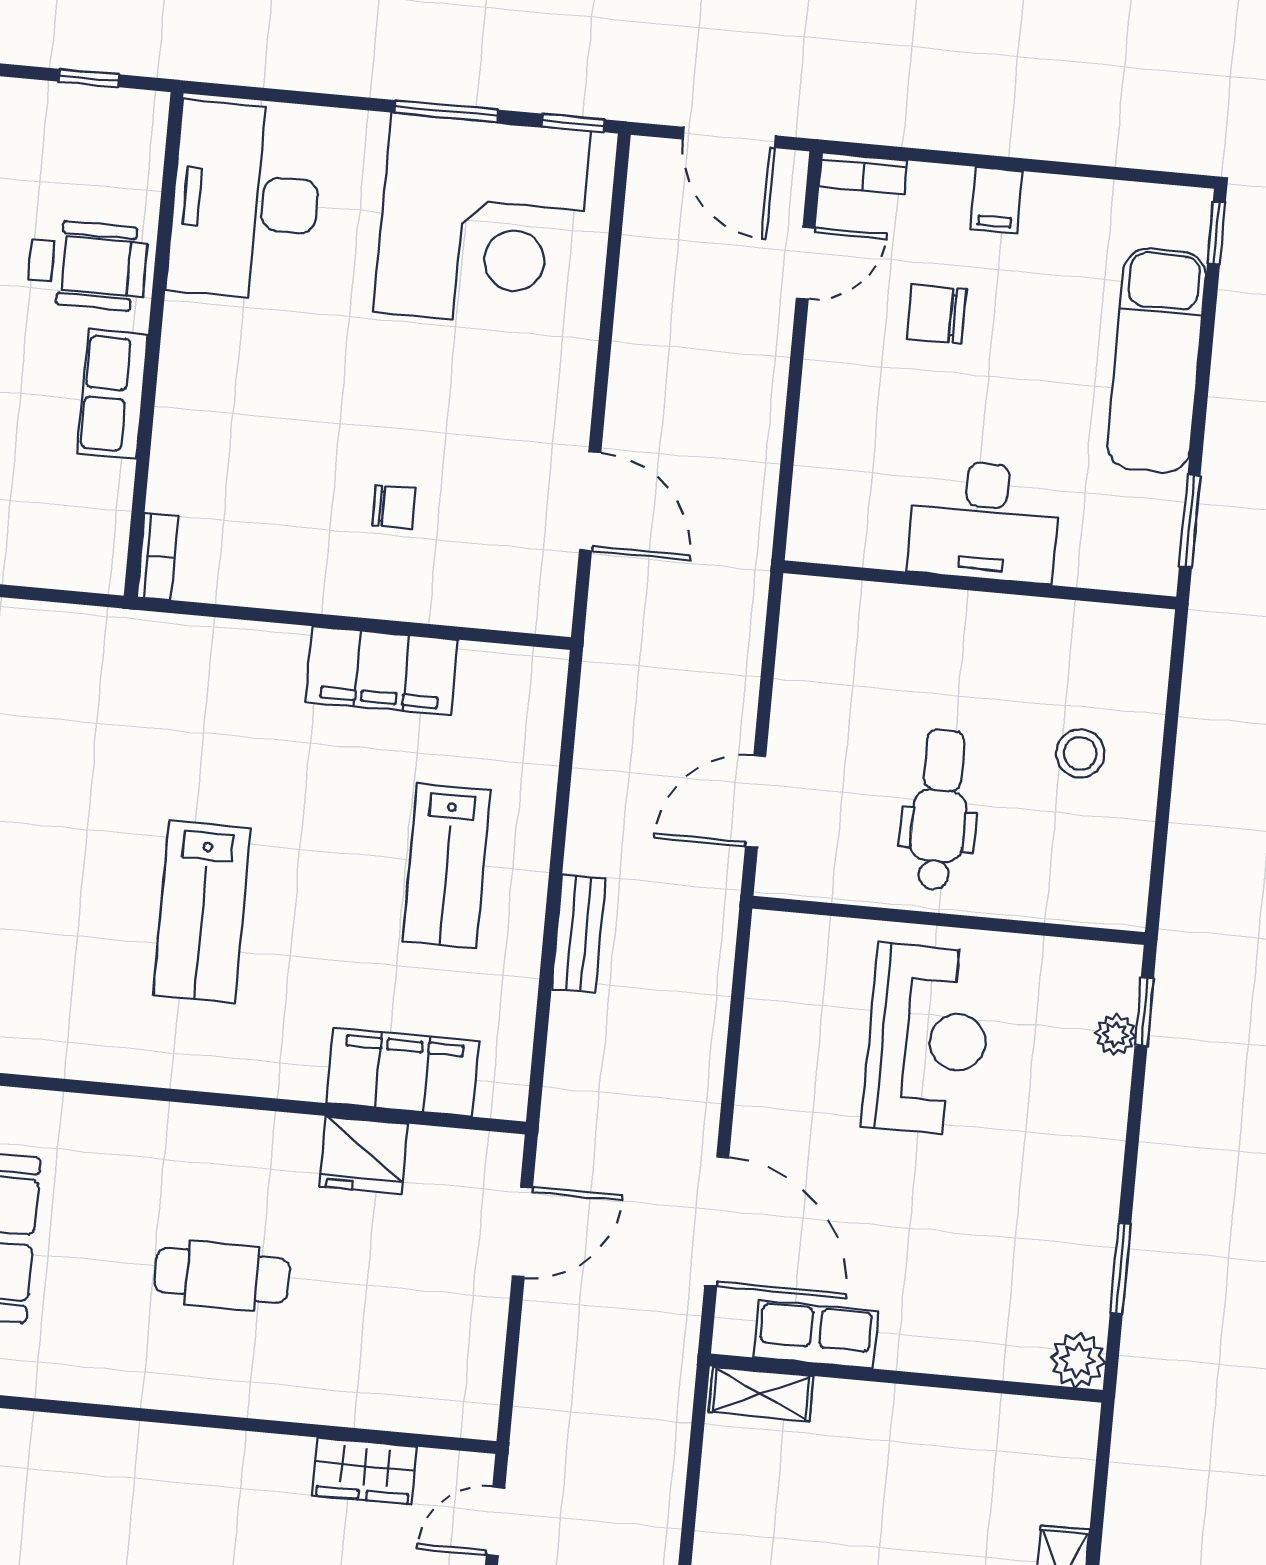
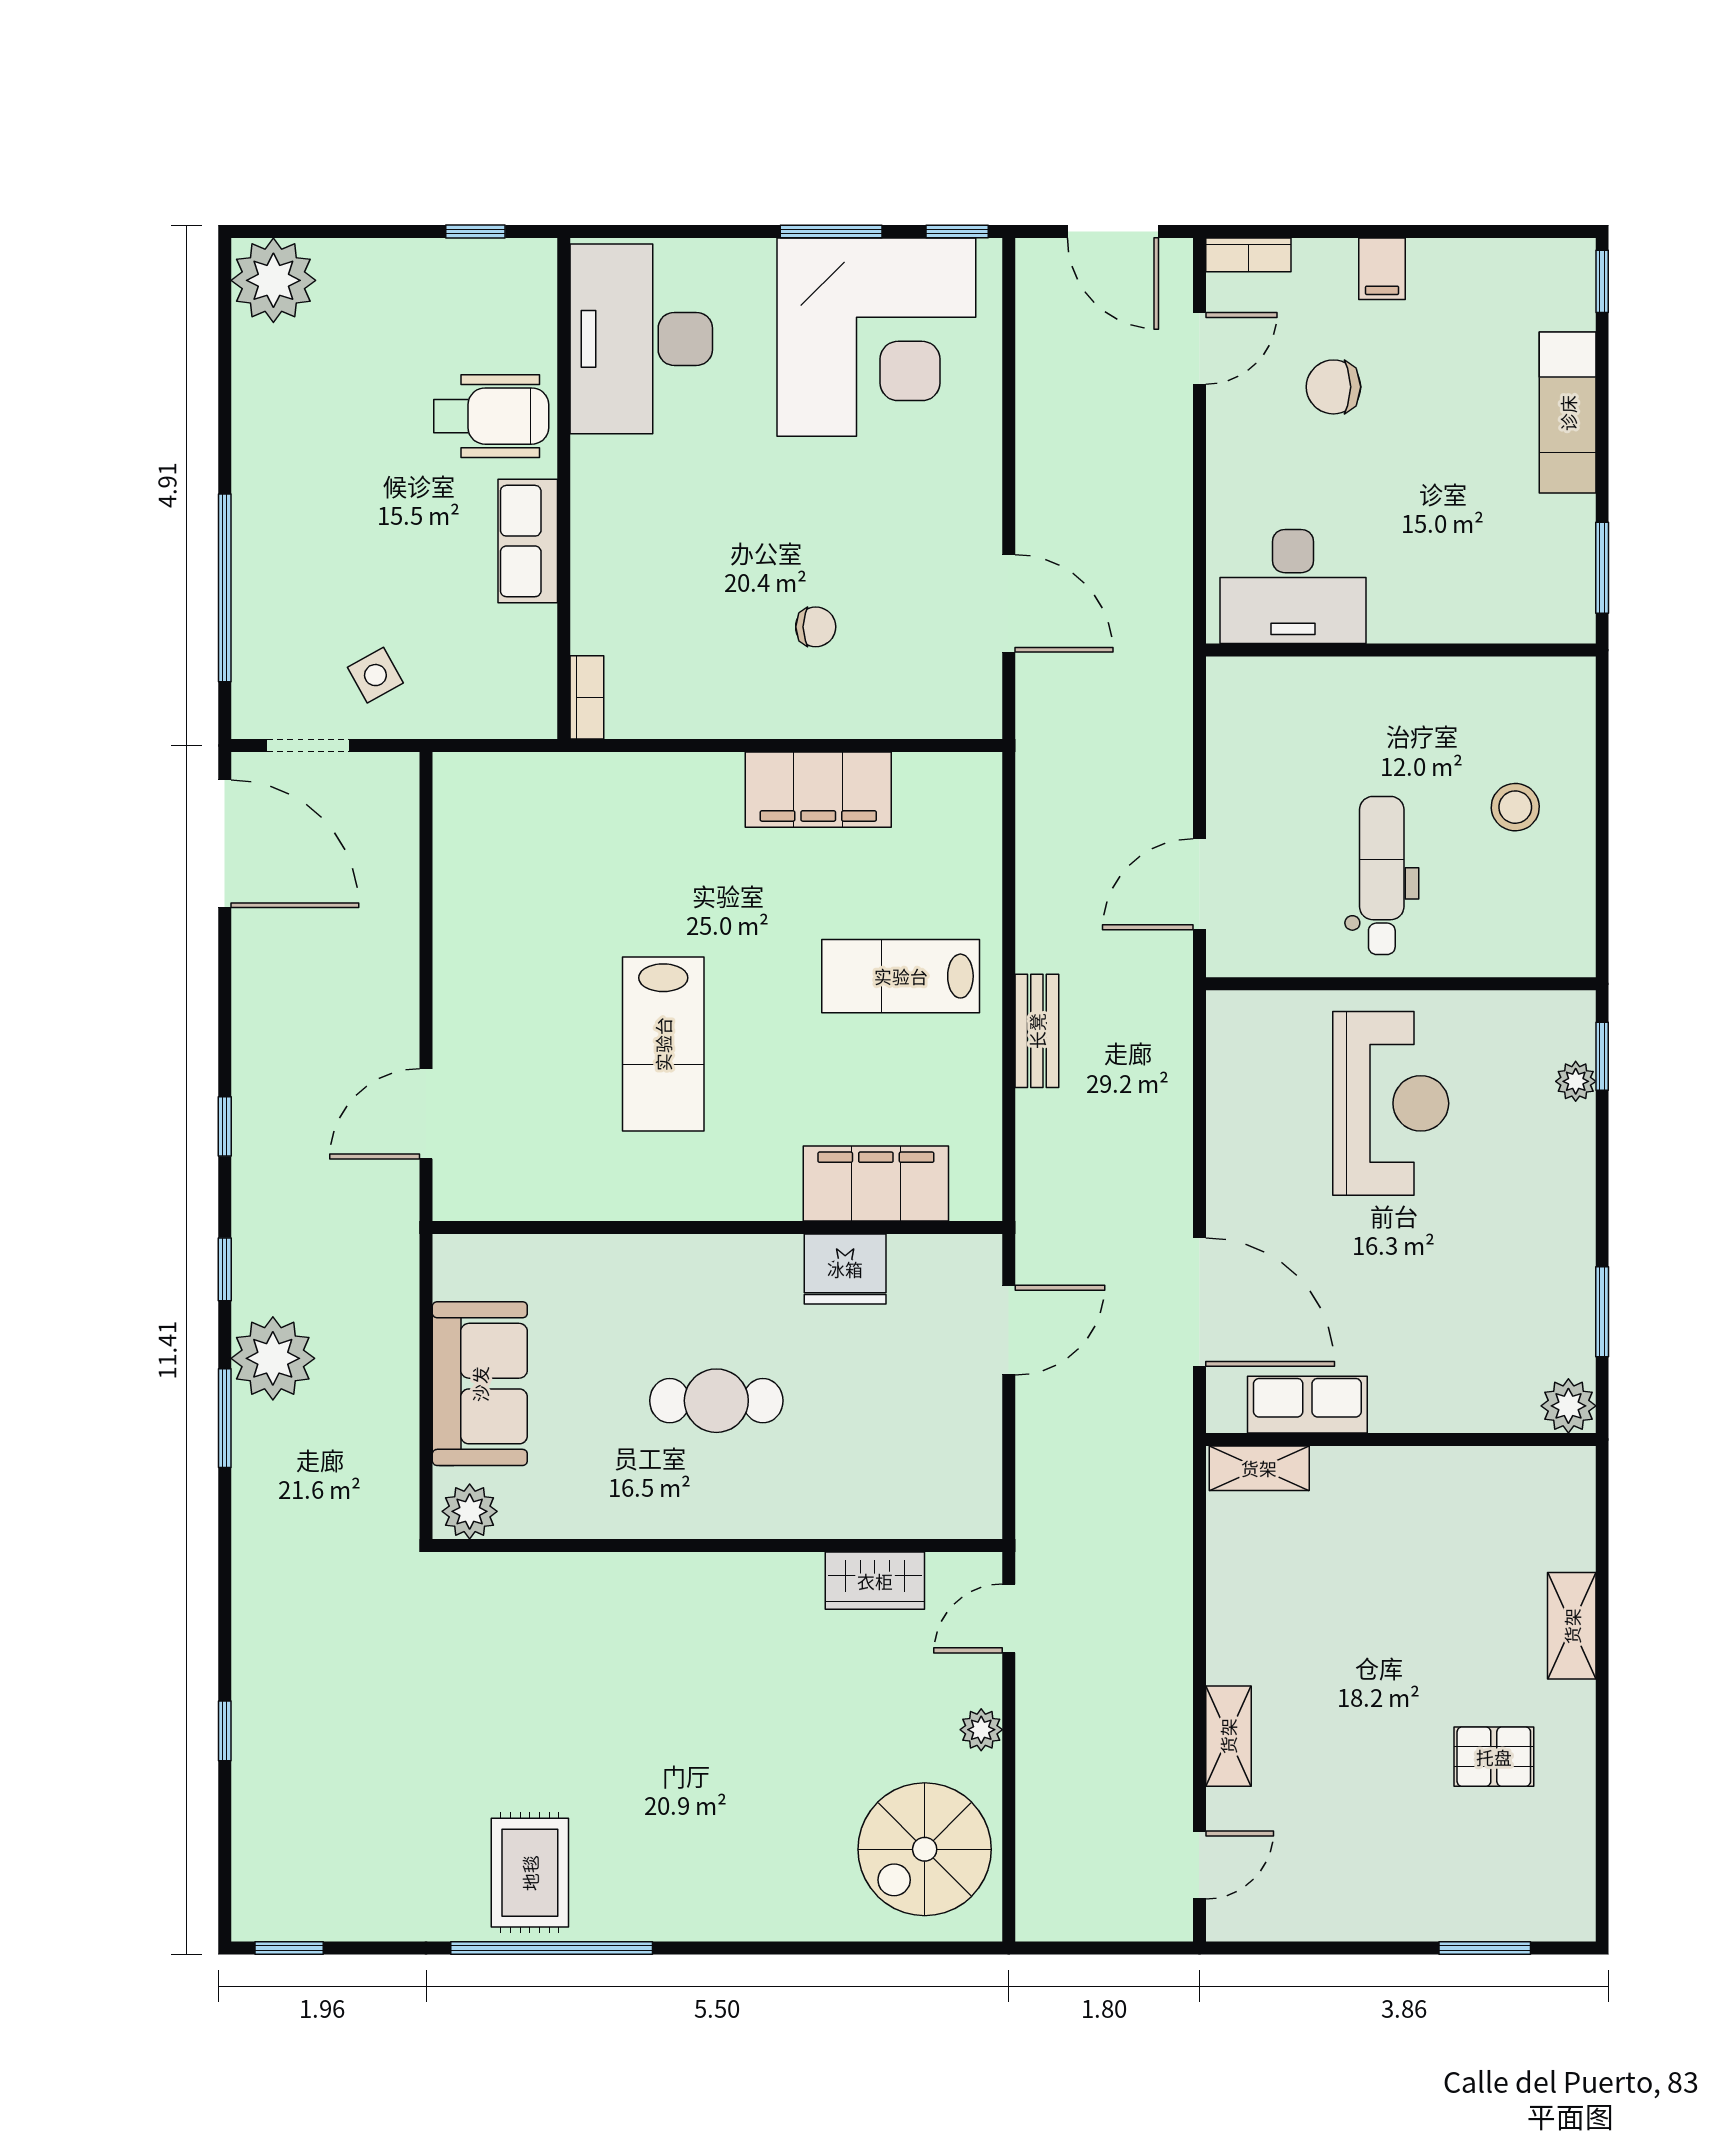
exam couch: (1157, 360) -> (1568, 413), width x0.73, depth x0.69
desk: (984, 521) -> (1293, 587), moved
lab bench: (447, 866) -> (901, 976), turned 90

